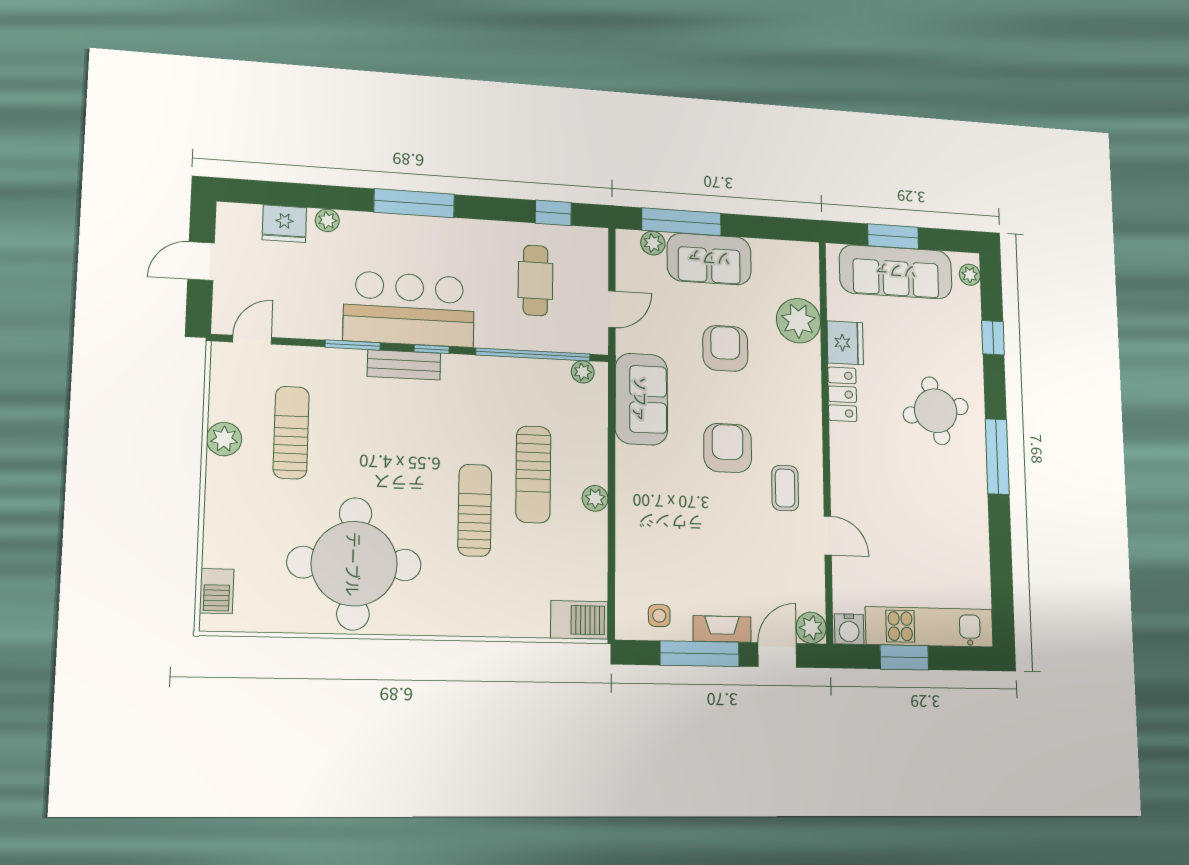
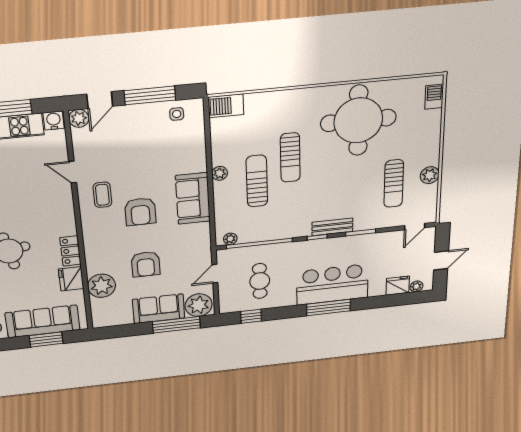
plant: (327, 220) -> (416, 286), moved
plant: (653, 243) -> (199, 305), width x1.87, depth x1.87
bar counter: (409, 309) -> (332, 285), moved, turned 180
sofa: (641, 399) -> (193, 199), moved
fireplace: (722, 629) -> (137, 111), removed

